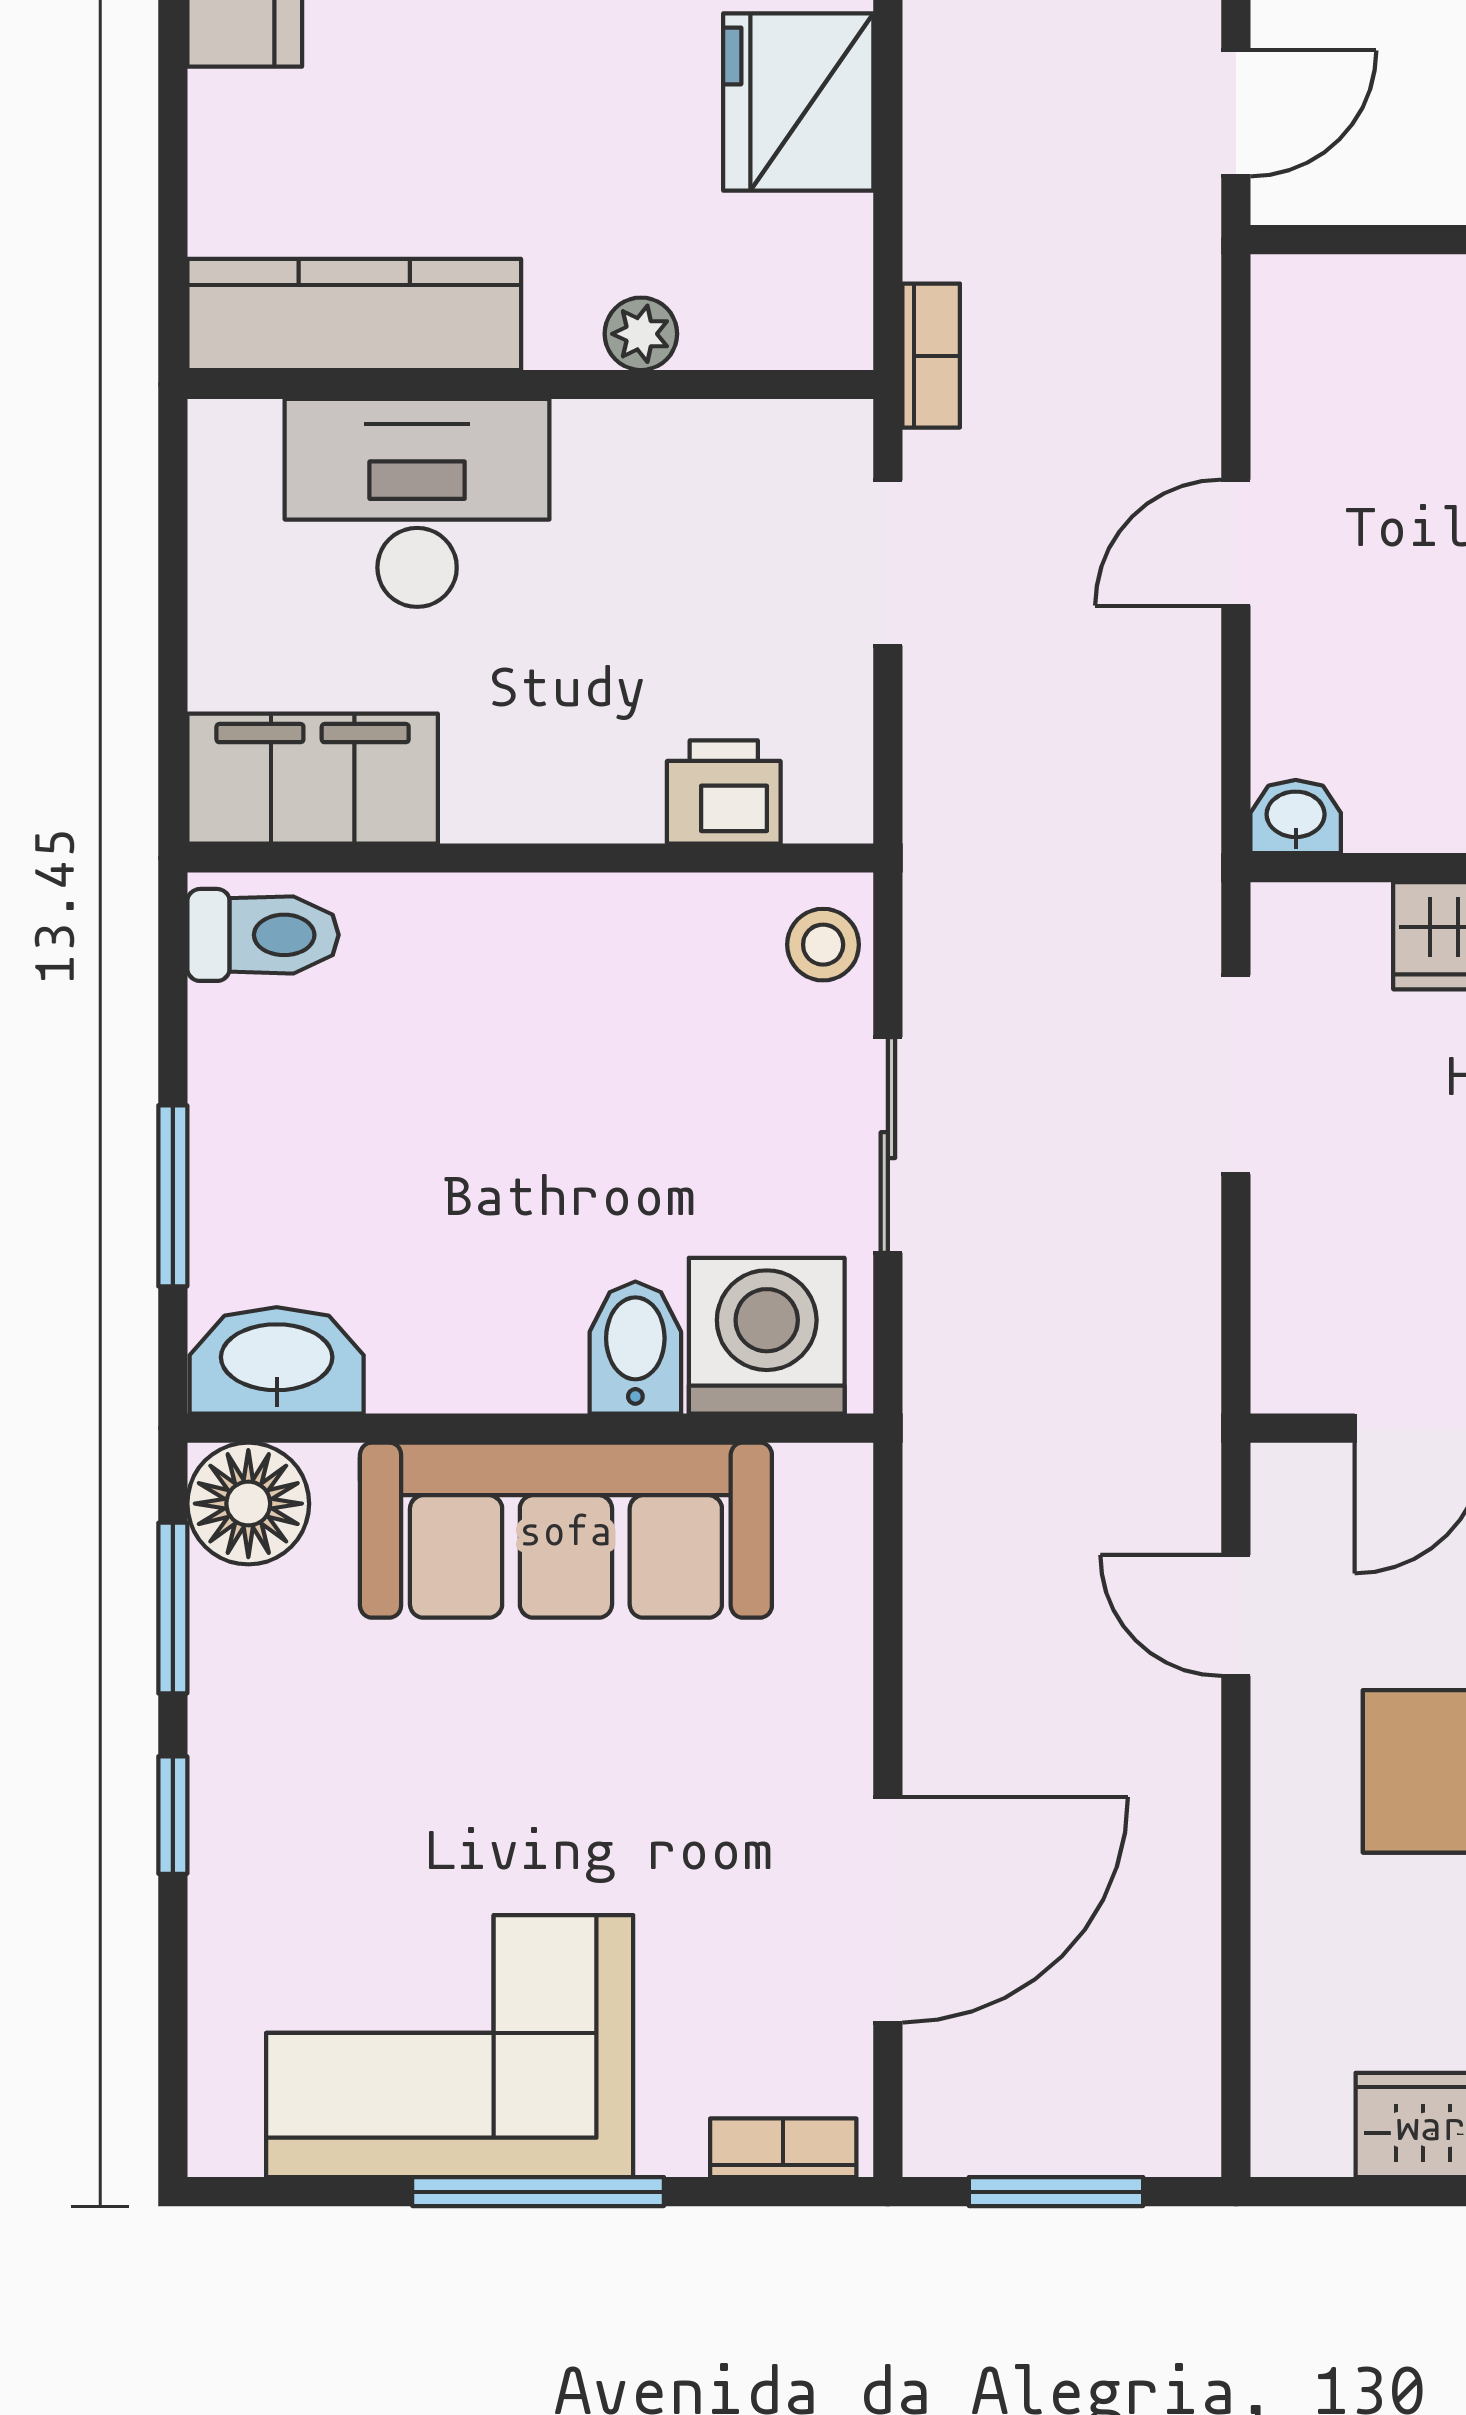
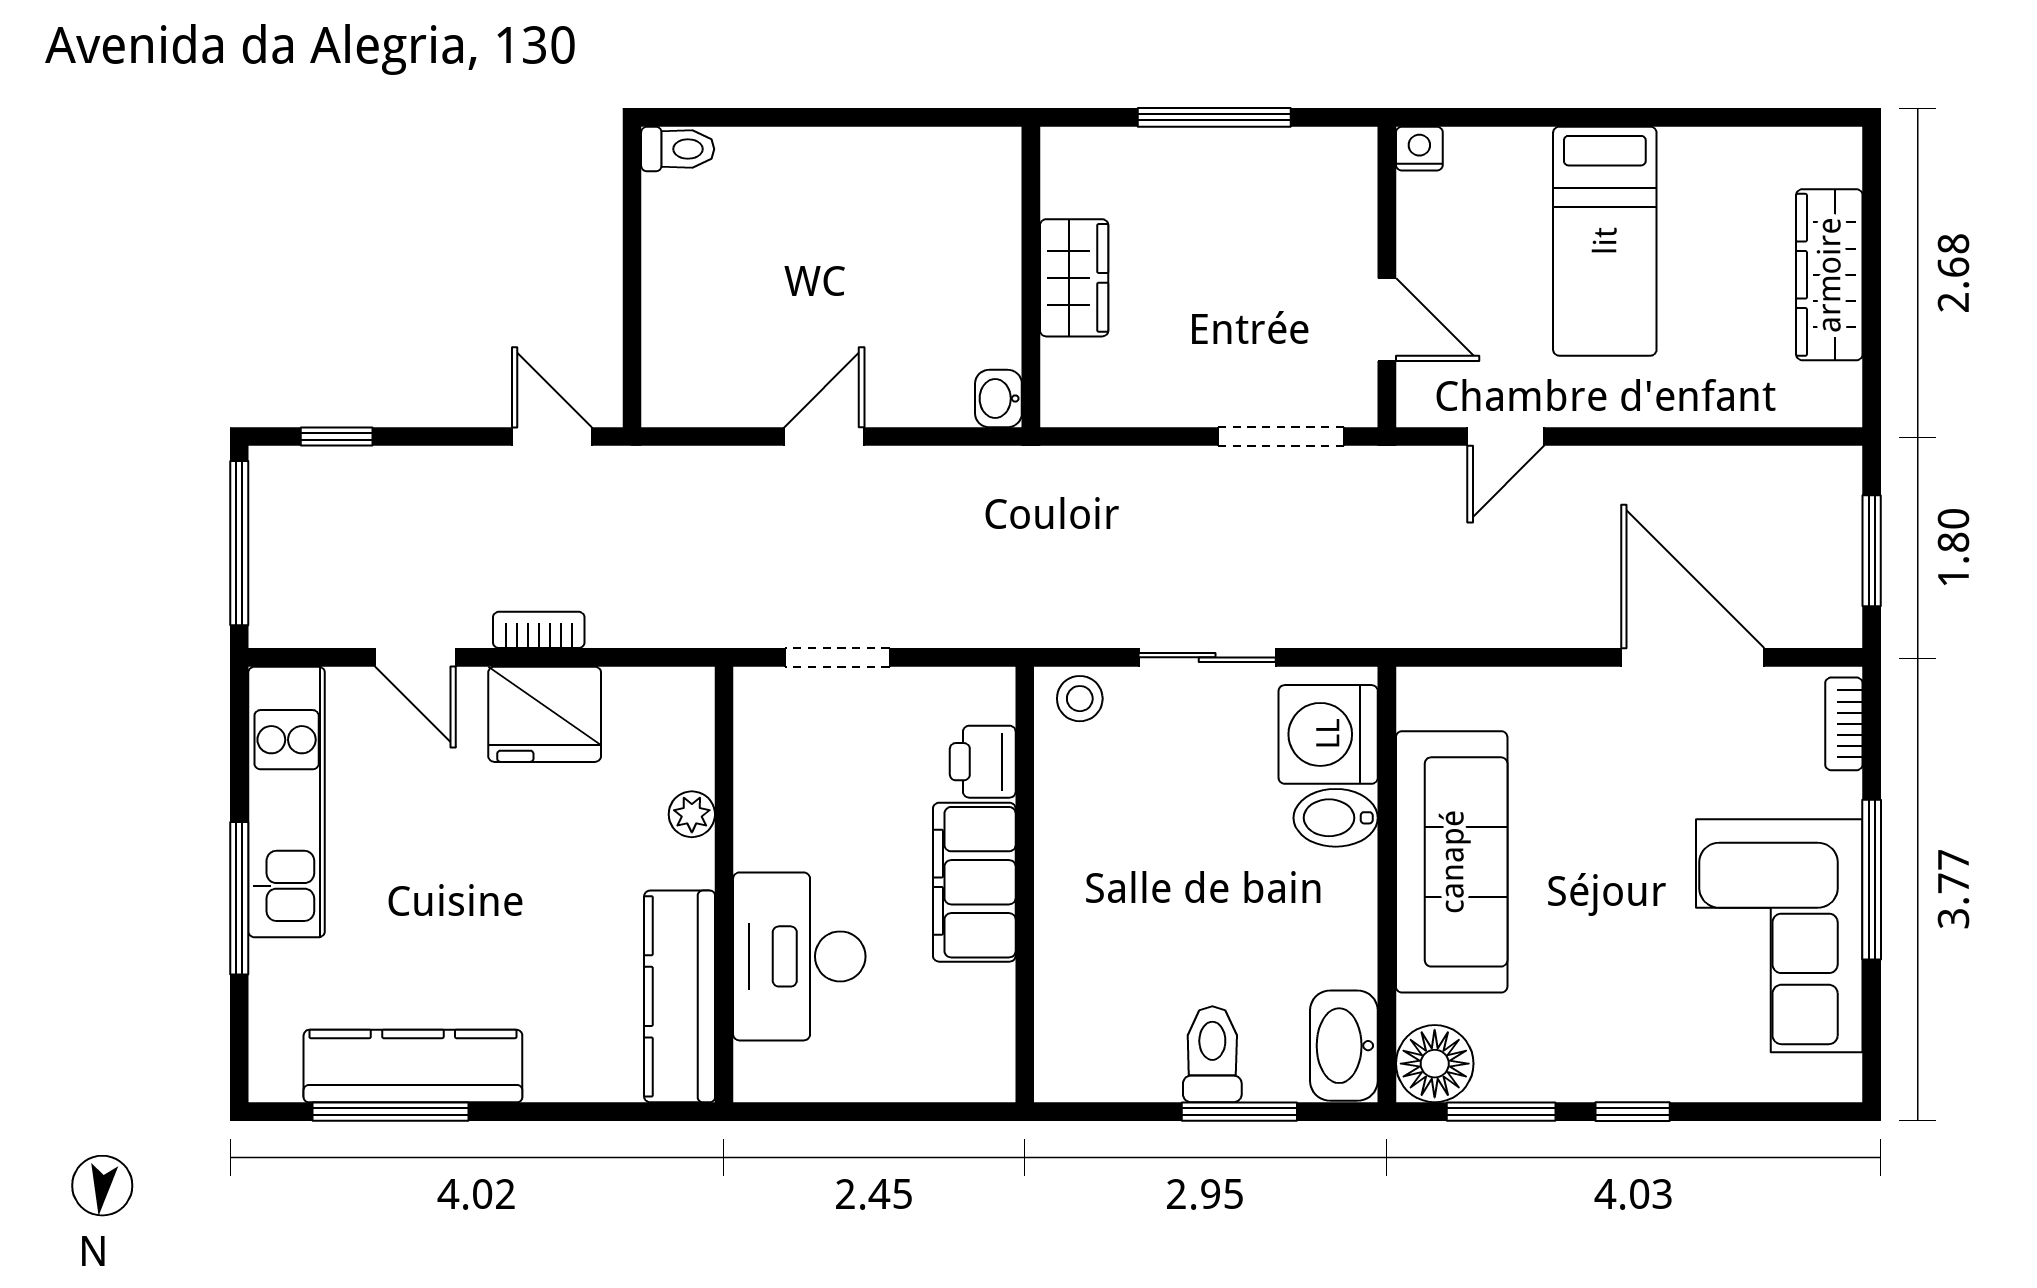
bookcase: (931, 356) -> (539, 630), moved
door: (1236, 543) -> (824, 436), swing flipped
filing cabinet: (313, 779) -> (974, 882), moved
toilet: (263, 935) -> (1212, 1054), moved
doorway: (1236, 1075) -> (1281, 436), moved

